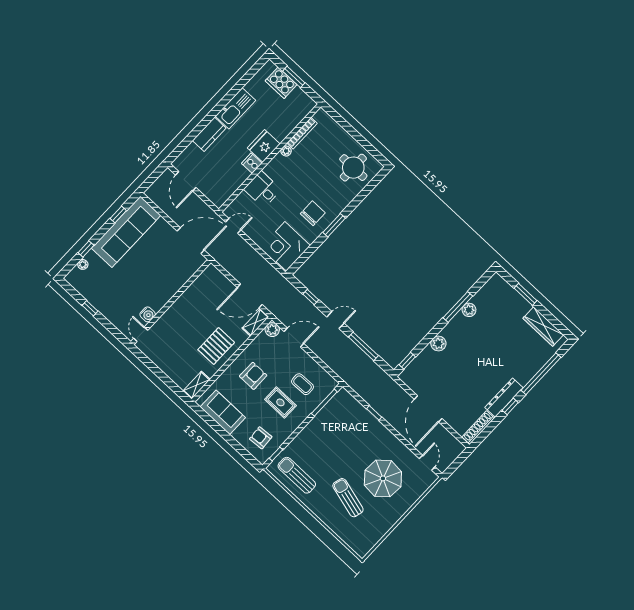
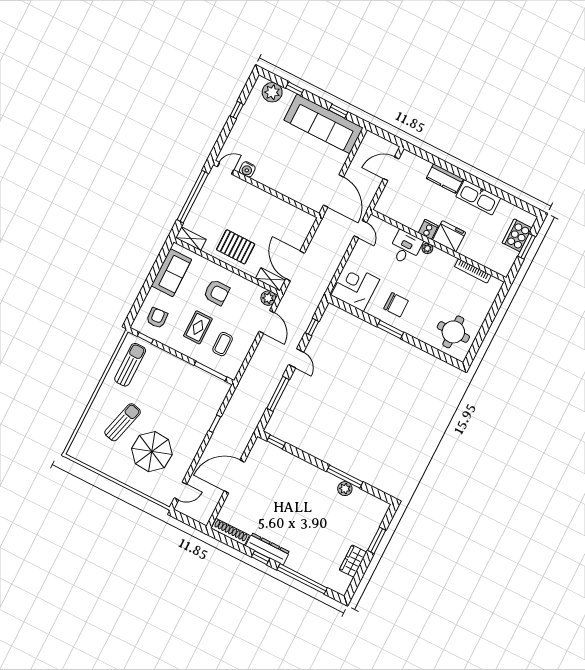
plant: (286, 151) -> (427, 248), moved
plant: (83, 264) -> (272, 92), width x1.88, depth x1.88
wardrobe: (543, 327) -> (353, 561), width x0.67
plant: (438, 343) -> (303, 468), removed
window: (158, 372) -> (193, 197), added

